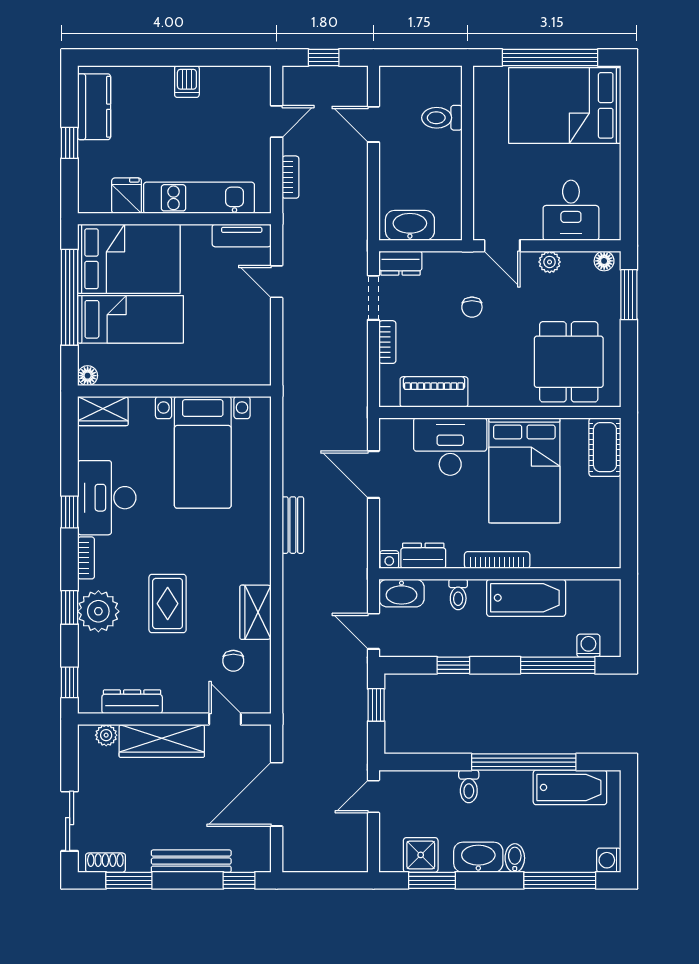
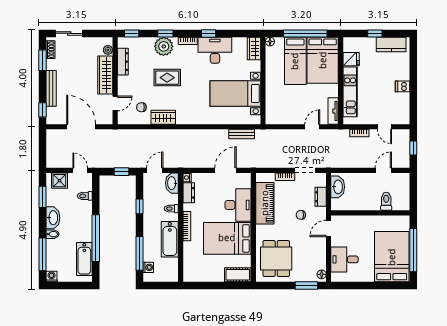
plant: (550, 262) -> (321, 250), removed
dresser: (400, 263) -> (321, 197), moved
dining table: (569, 362) -> (276, 258), turned 90
piano: (434, 392) -> (265, 203), width x1.37, depth x1.33
bench: (293, 525) -> (242, 134), moved
toilet: (469, 786) -> (85, 196), moved
shower: (421, 855) -> (59, 181), moved

